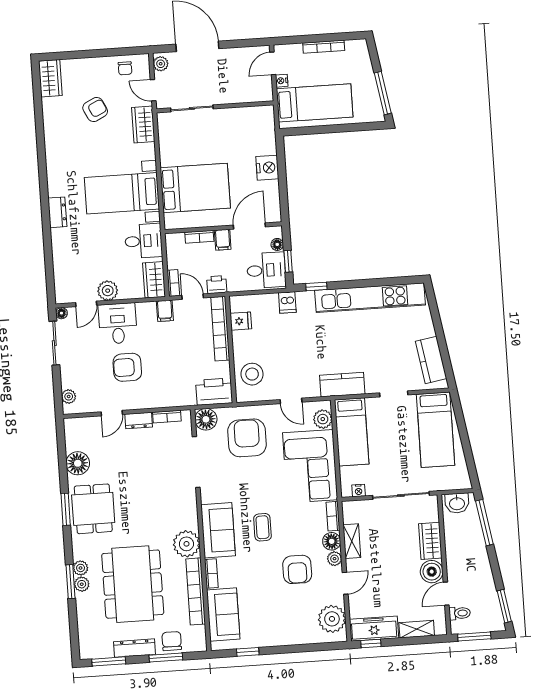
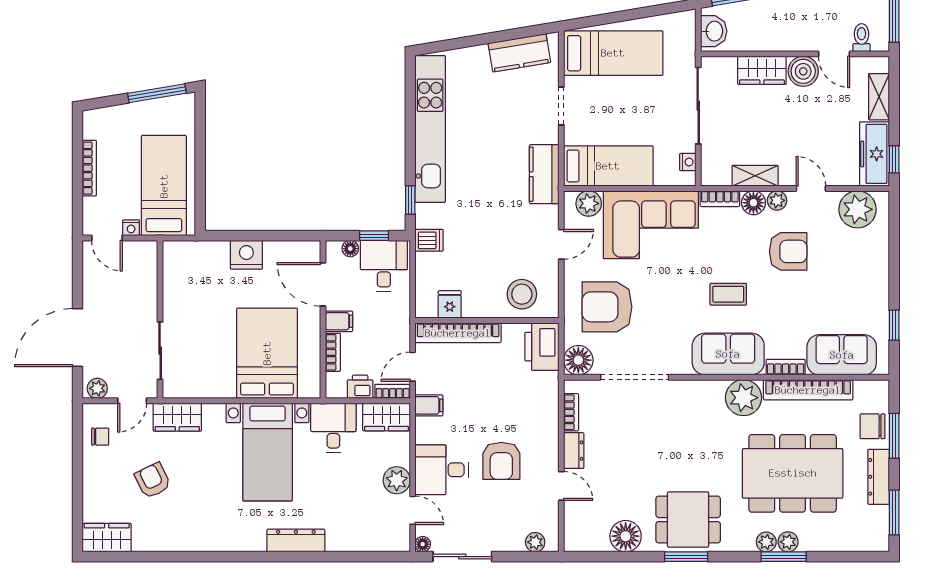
dresser: (57, 212) -> (296, 541), width x1.44
printer: (217, 285) -> (360, 387), moved, turned 90

